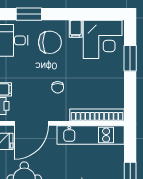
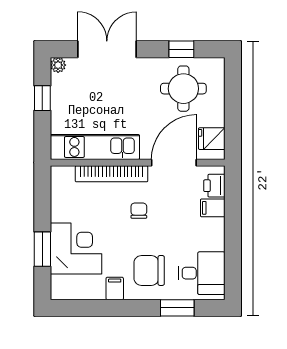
corner desk: (103, 39) -> (76, 248), moved, turned 90
bookcase: (97, 115) -> (112, 174), moved

